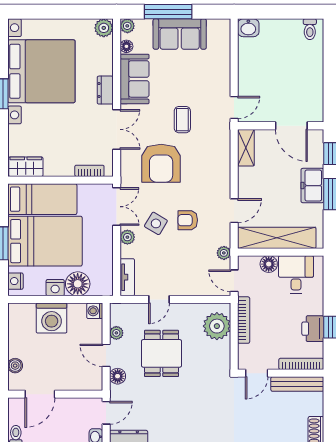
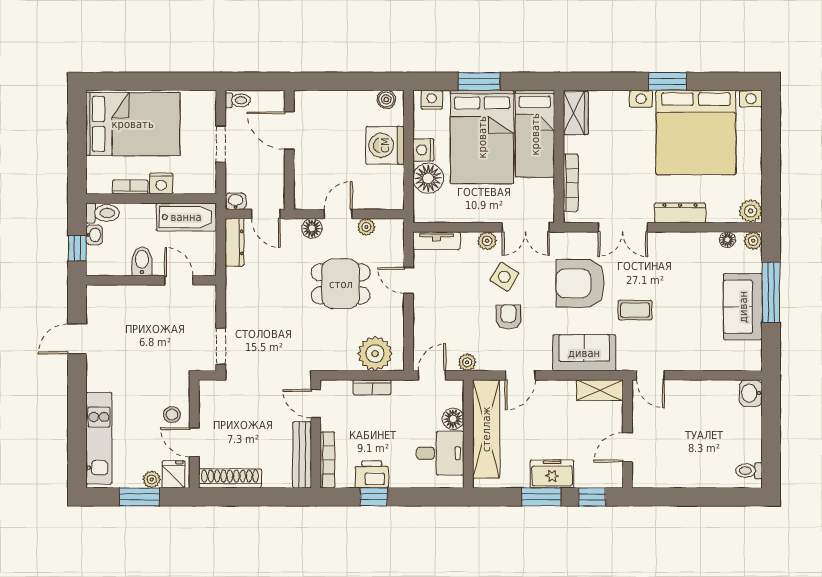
sofa: (135, 79) -> (584, 353), moved, turned 180
dresser: (105, 90) -> (680, 213), width x1.44
door: (291, 126) -> (627, 447), width x0.73
bookcase: (89, 171) -> (571, 183), width x1.56
door: (234, 211) -> (520, 375), hinge flipped
washing machine: (95, 311) -> (394, 200), removed
bookcase: (244, 320) -> (372, 387), width x0.64
boiler: (15, 366) -> (386, 99), moved

